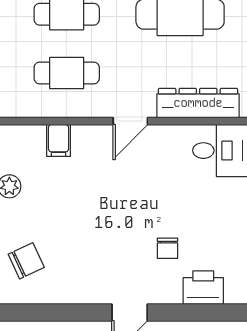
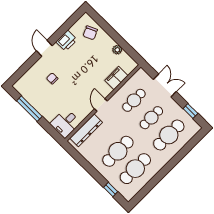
filing cabinet: (59, 140) -> (116, 78), width x2.00
printer: (203, 288) -> (67, 41), moved

